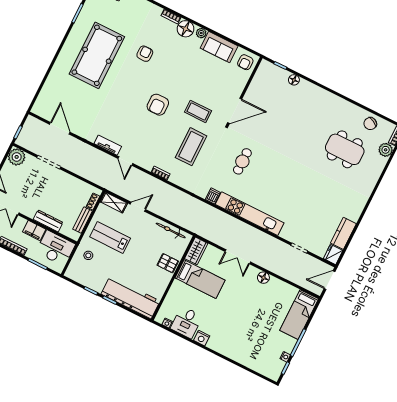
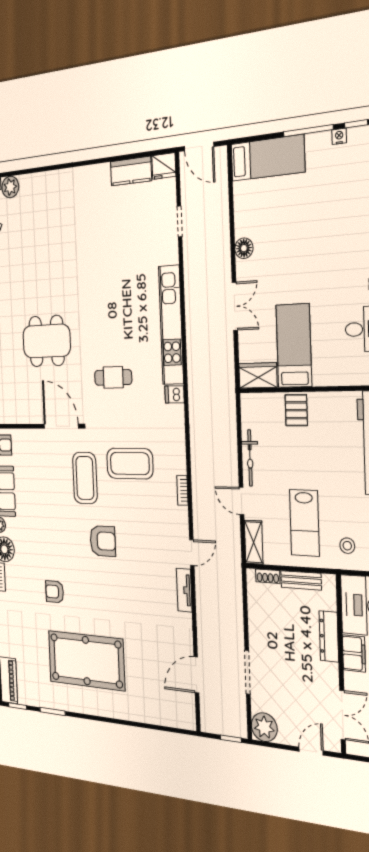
coffee table: (198, 111) -> (85, 478), width x1.36, depth x1.32
dining table: (345, 149) -> (47, 341), moved, turned 90
bicycle: (171, 230) -> (250, 458), moved

